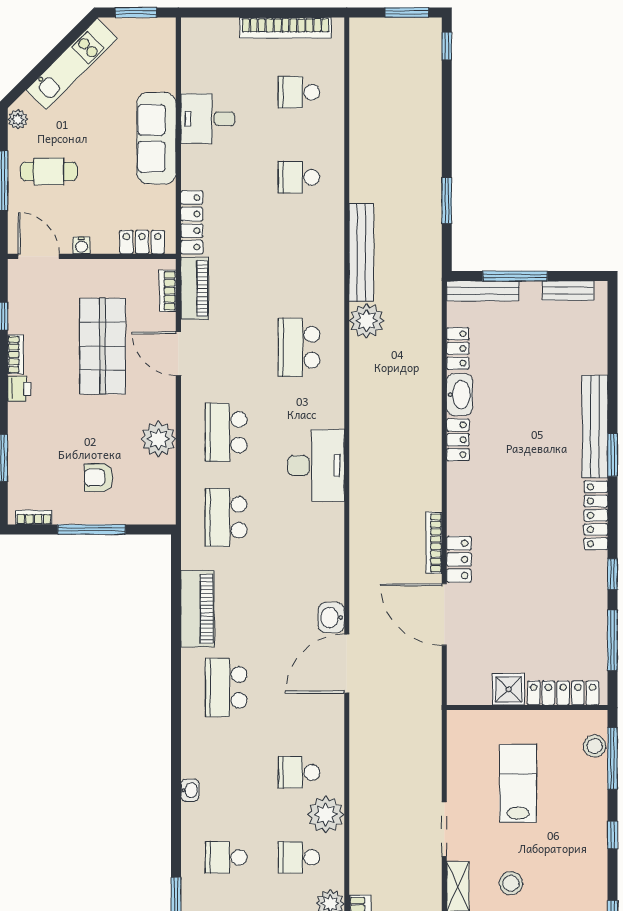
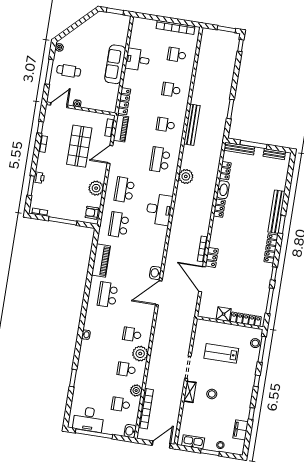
kitchen unit: (72, 64) -> (85, 28), removed
locker: (142, 242) -> (102, 106), removed
door: (39, 256) -> (59, 105), hinge flipped
plant: (367, 321) -> (186, 176), moved
door: (178, 354) -> (110, 154), hinge flipped
printer: (19, 389) -> (39, 178), moved
armchair: (99, 478) -> (92, 213), moved
lab bench: (518, 783) -> (221, 353), turned -90
school desk: (226, 857) -> (166, 125), moved

